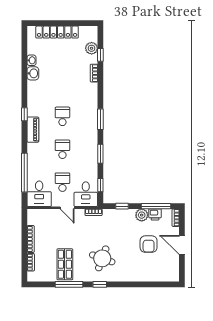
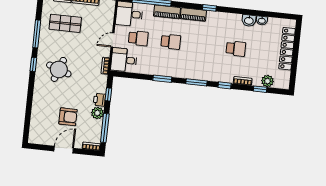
school desk: (62, 116) -> (236, 49), moved
piano: (33, 156) -> (167, 12), added
window: (100, 185) -> (225, 85), moved
printer: (155, 215) -> (99, 100), moved
armchair: (149, 244) -> (68, 117), turned 180
shop shelf: (65, 264) -> (65, 23), moved

